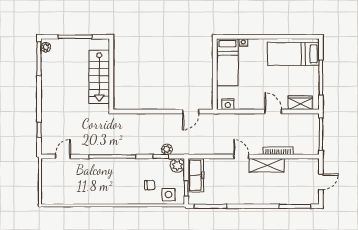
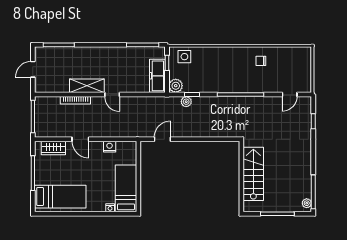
nightstand: (228, 104) -> (110, 147), moved
chair: (150, 185) -> (261, 61), moved

